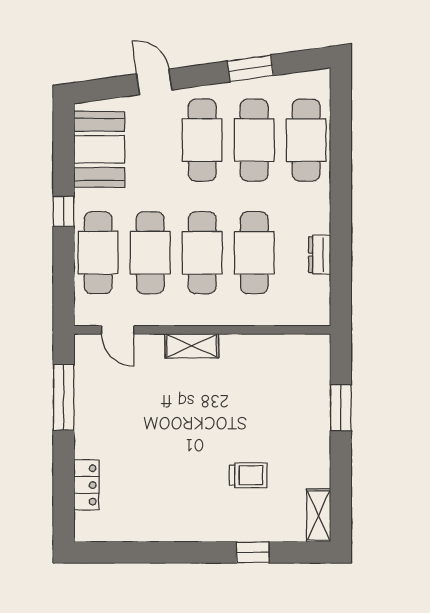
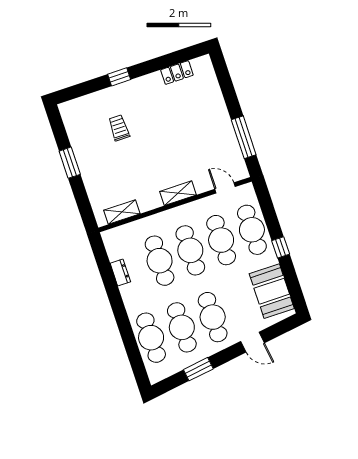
window: (341, 408) -> (70, 163), moved
trolley: (248, 475) -> (119, 128), turned 90
locker: (86, 485) -> (177, 73), moved, turned -90
shelving: (319, 515) -> (122, 212), moved, turned 90
window: (253, 552) -> (119, 77), moved

